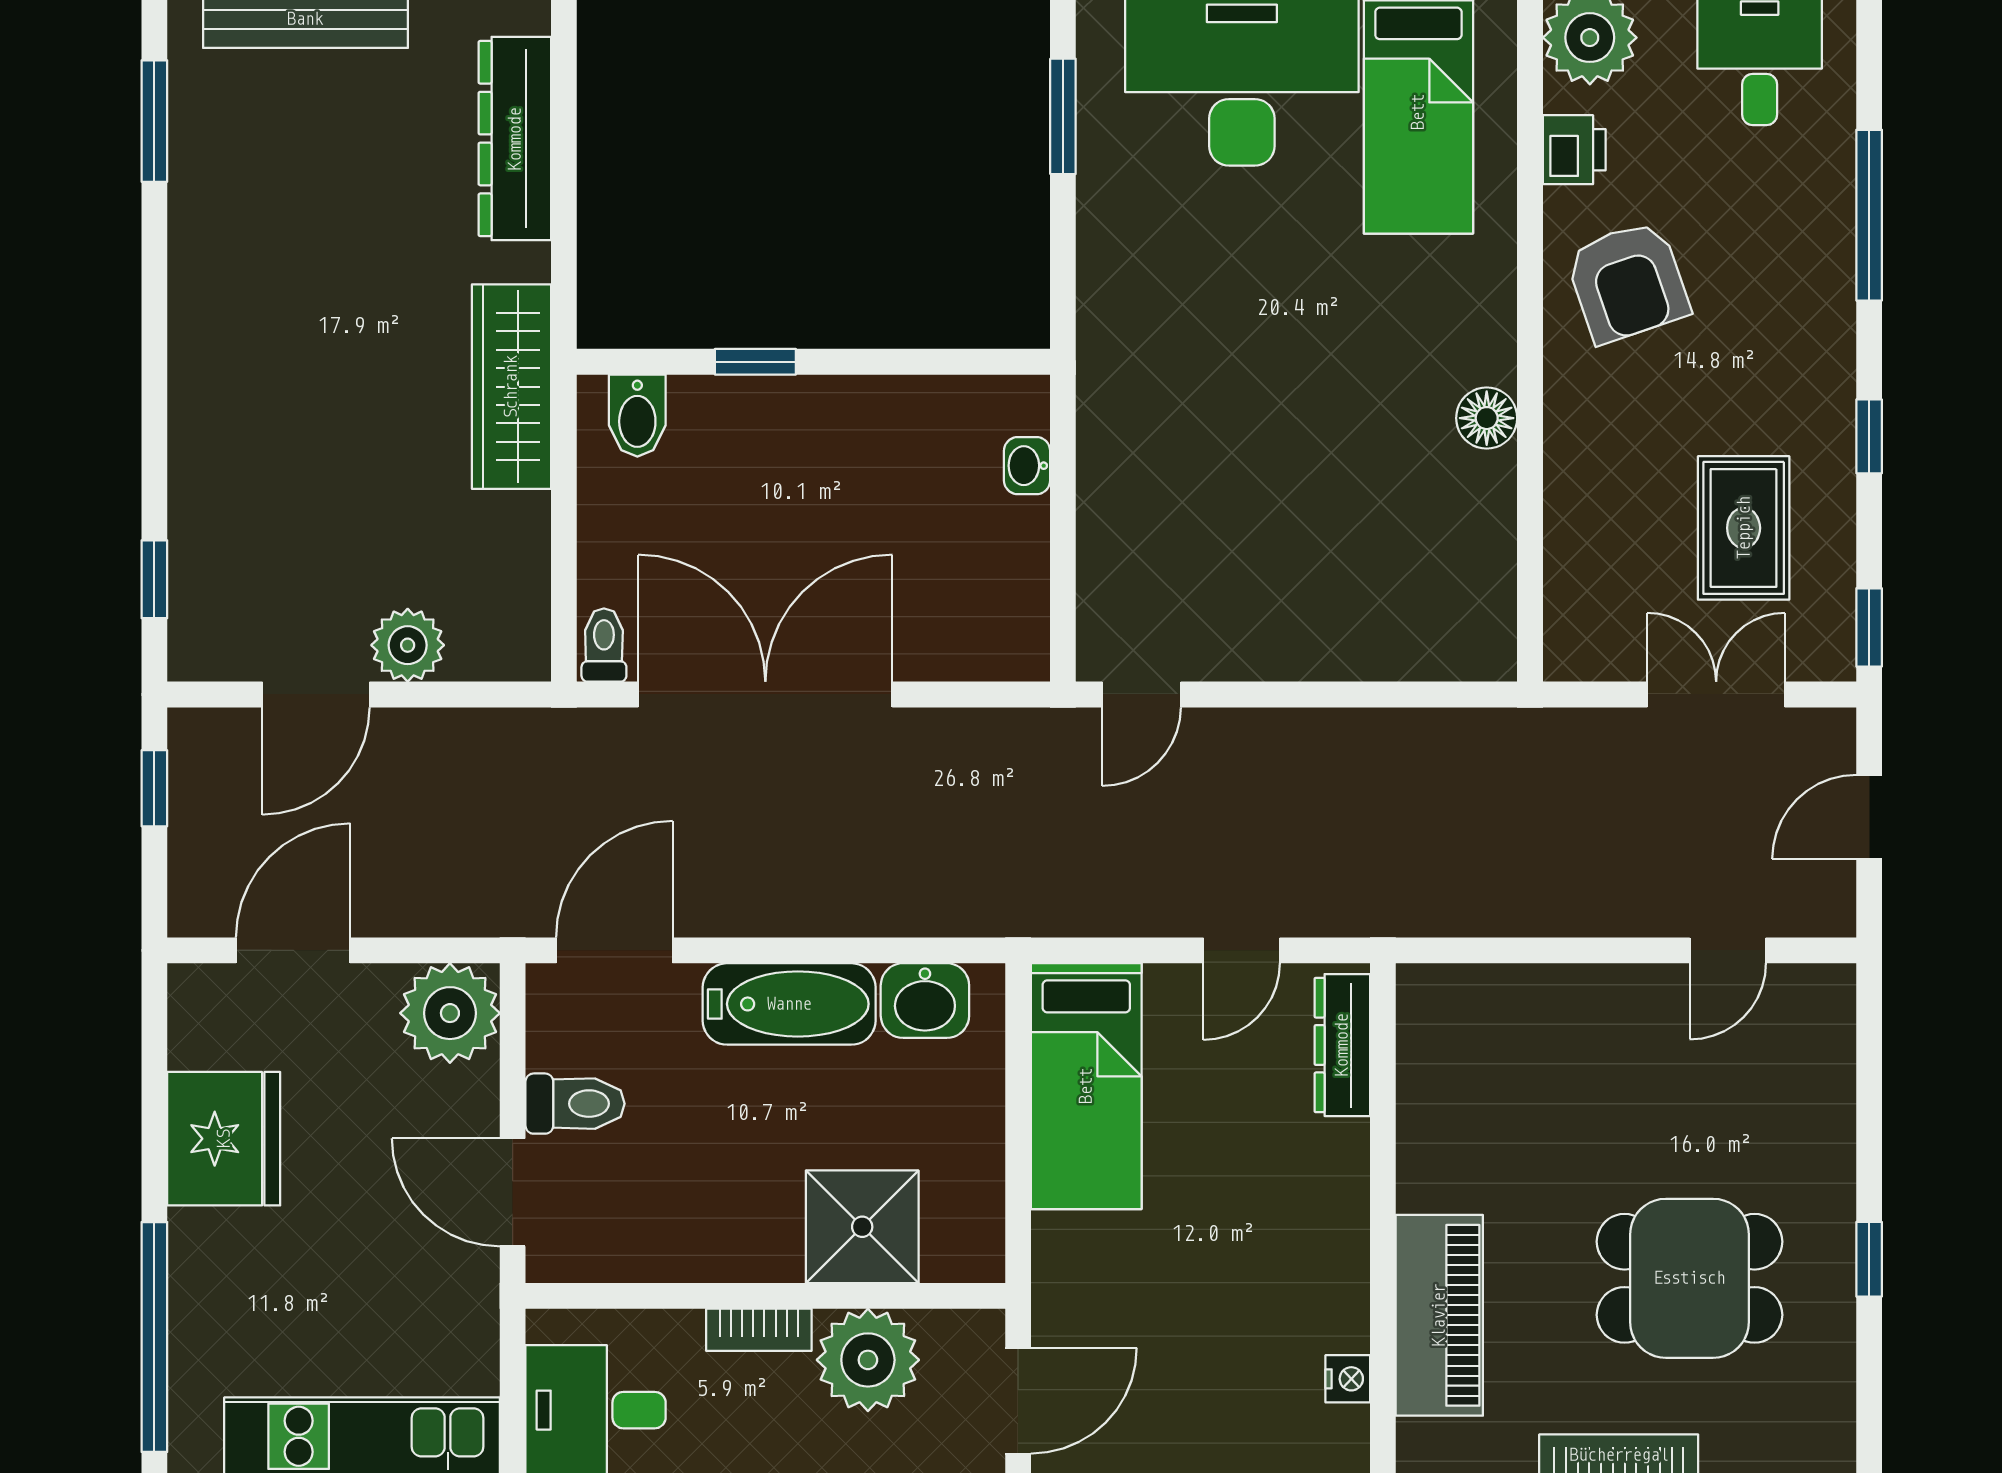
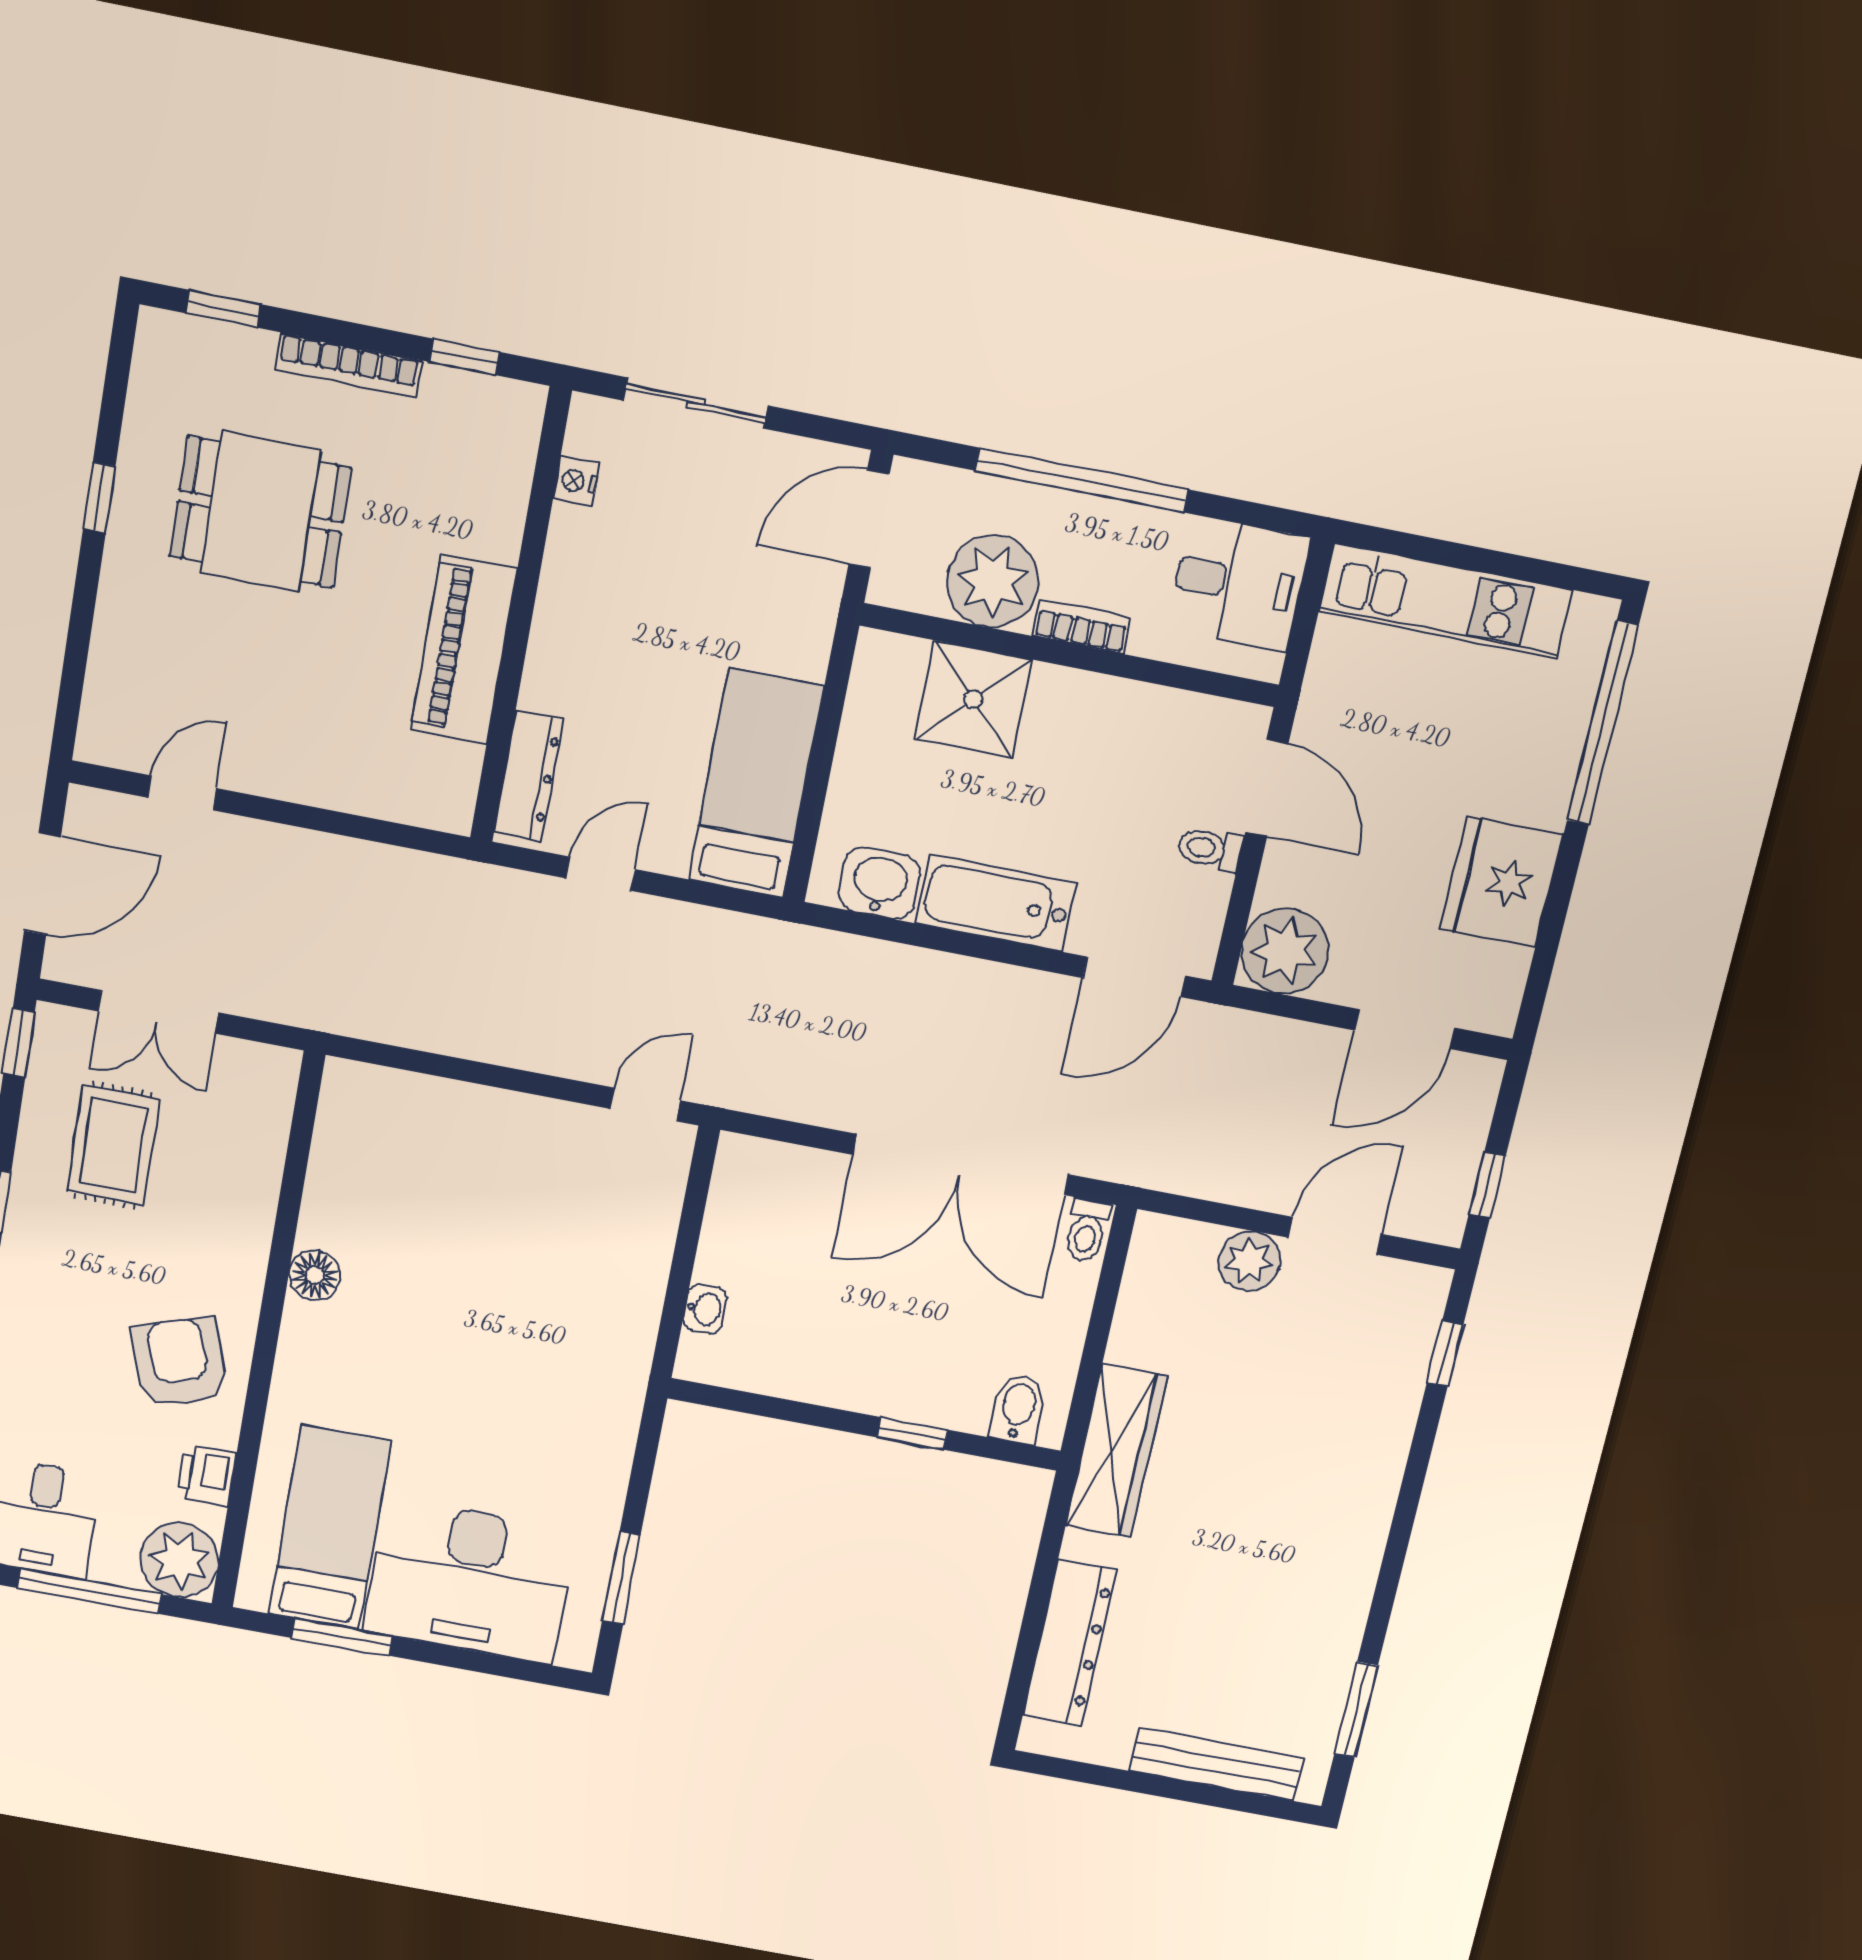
door: (1869, 817) -> (42, 884), width x1.38
toilet: (575, 1104) -> (1210, 849), width x0.73, depth x0.72
piano: (1439, 1315) -> (464, 650), moved

